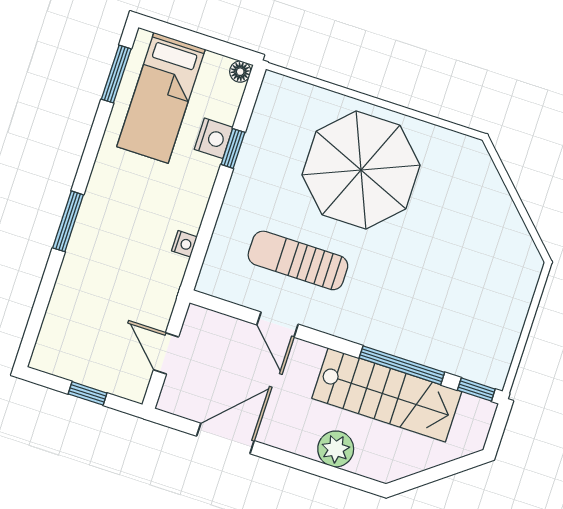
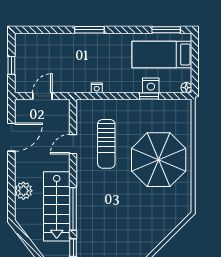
sun lounger: (298, 260) -> (106, 144), turned 180
door: (225, 438) -> (11, 137), hinge flipped

